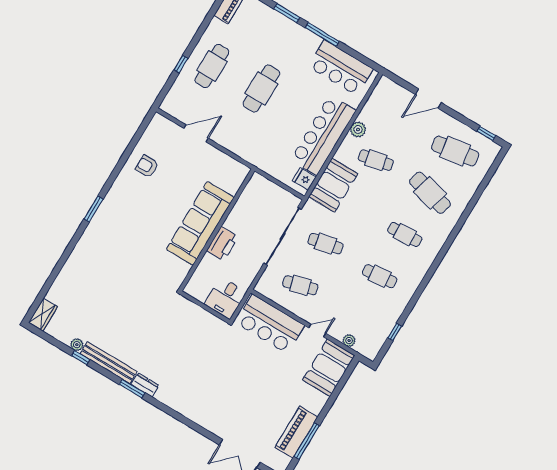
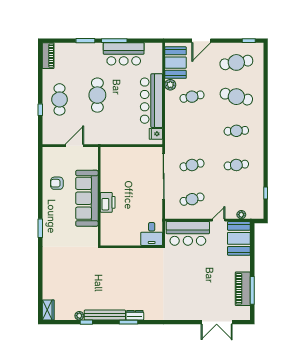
bar counter: (341, 68) -> (124, 54), moved
booth: (333, 185) -> (175, 63), moved
sofa: (200, 223) -> (87, 198), moved
wall: (217, 230) -> (99, 196), moved
printer: (222, 244) -> (108, 202), moved

